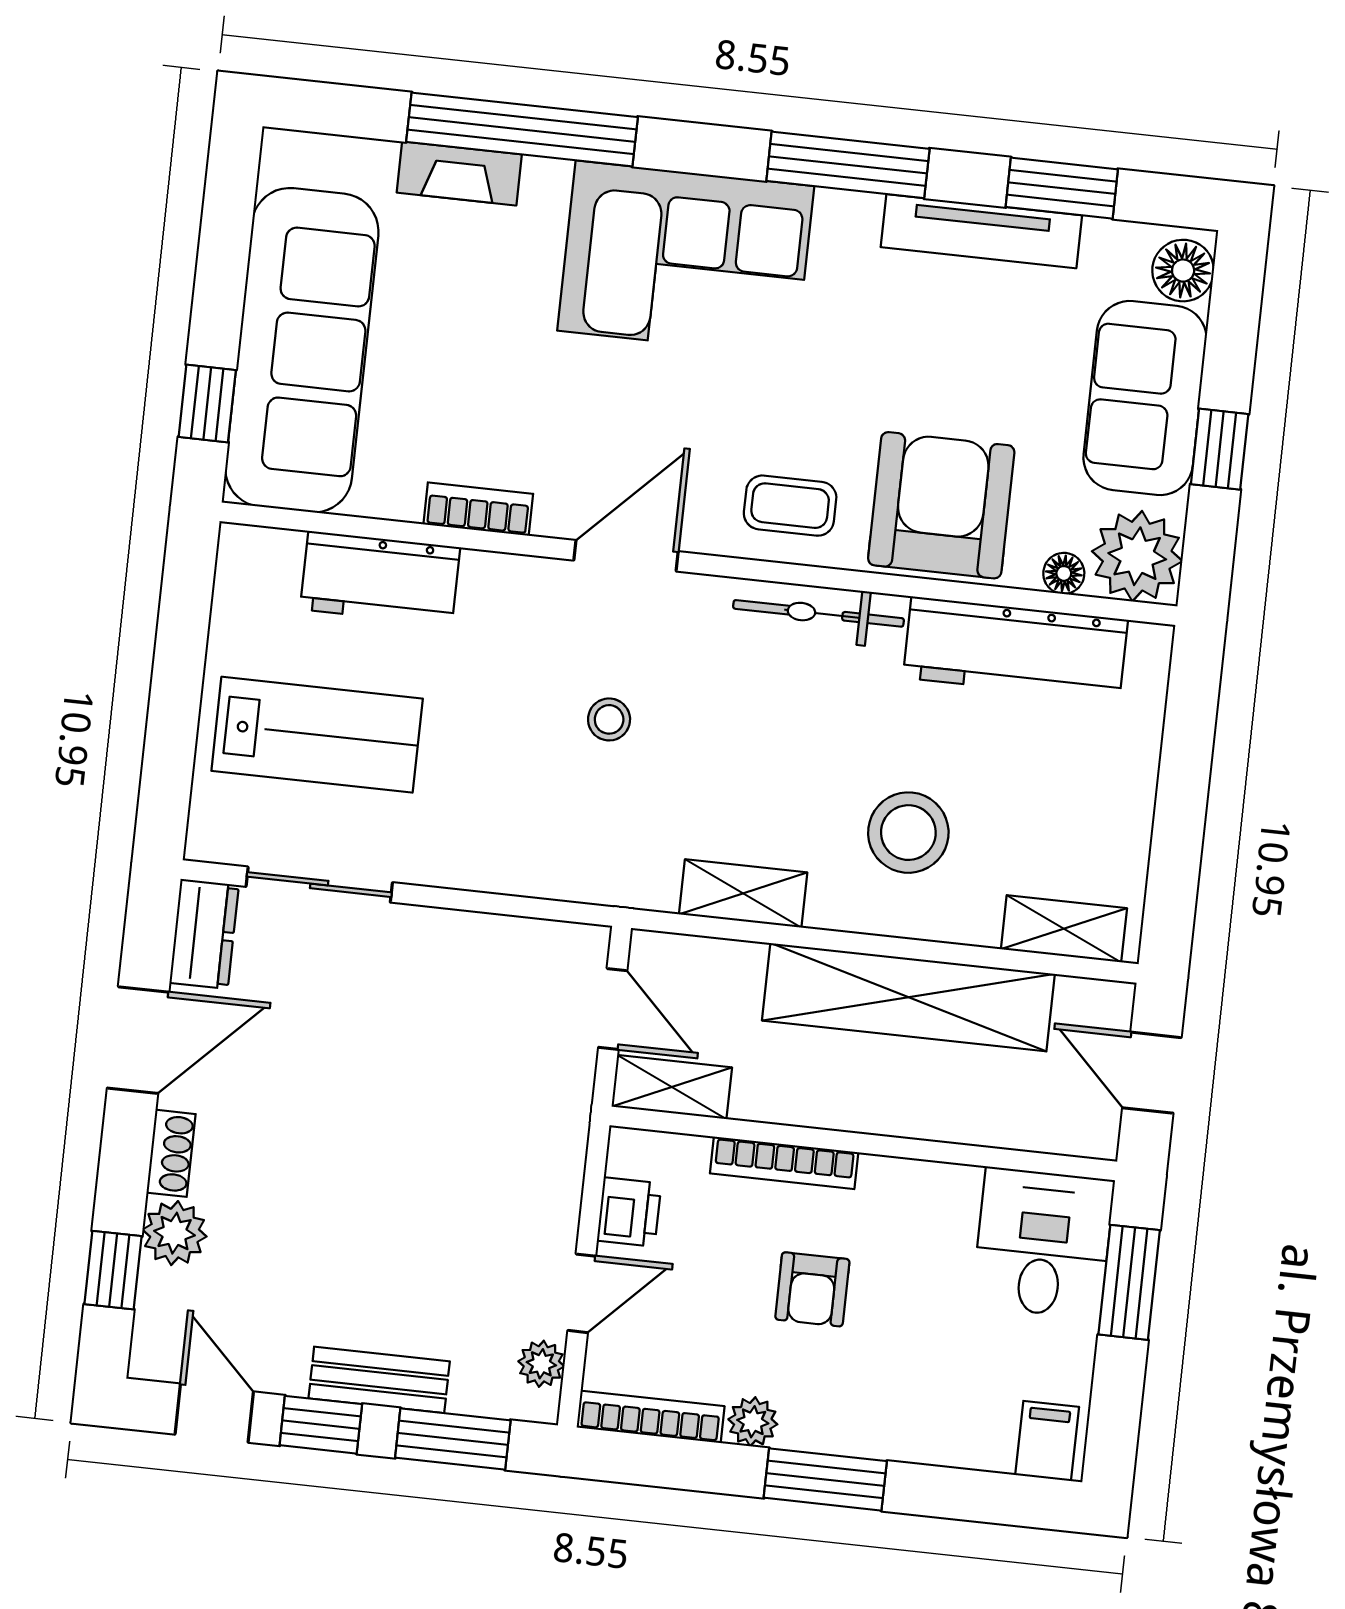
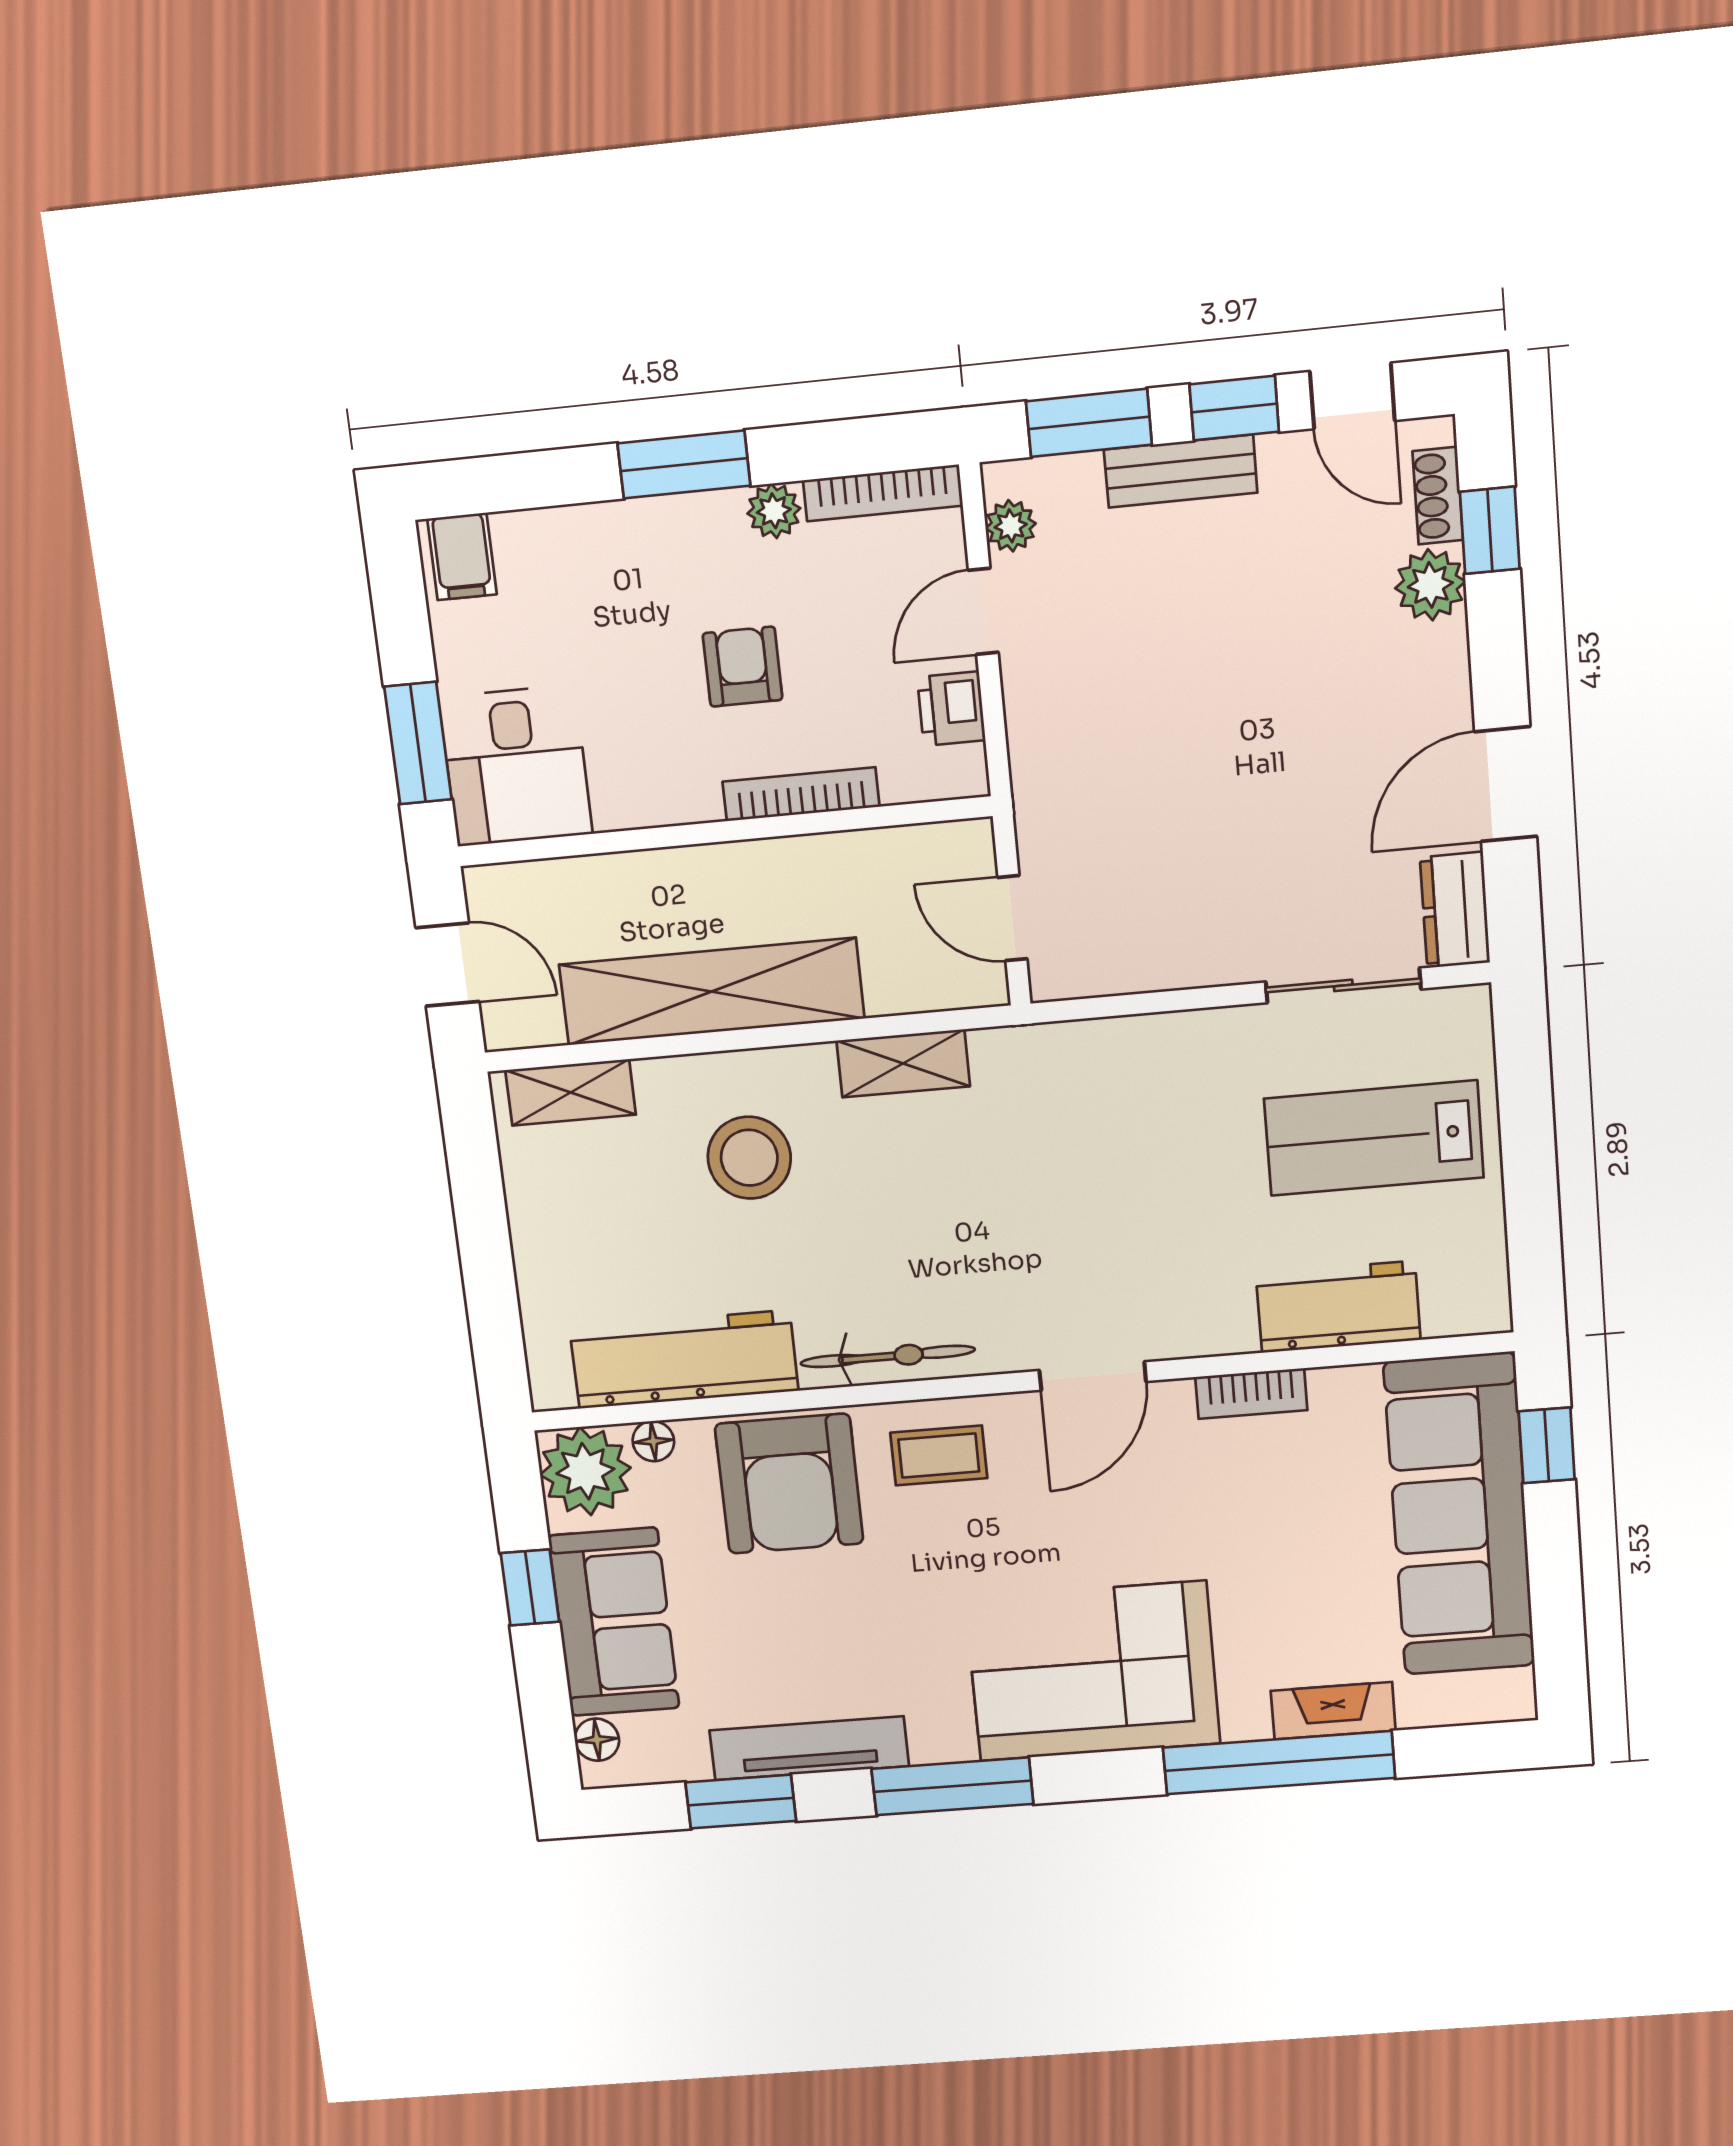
floor lamp: (1183, 271) -> (597, 1740), width x0.73, depth x0.73
stool: (609, 719) -> (1077, 1211), removed
shelving: (672, 1087) -> (934, 849), removed
shoe rack: (171, 1153) -> (1438, 496), moved

